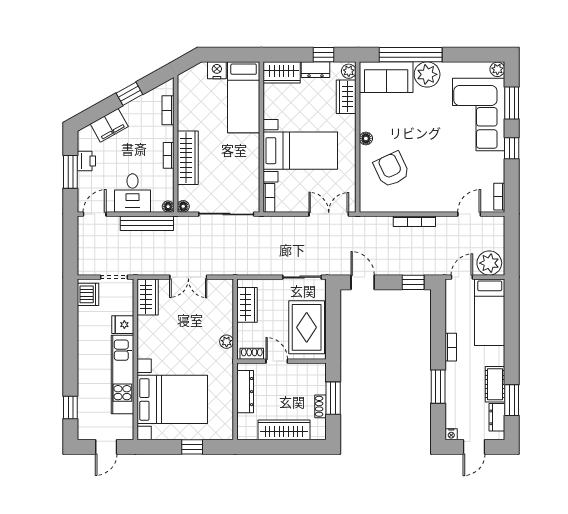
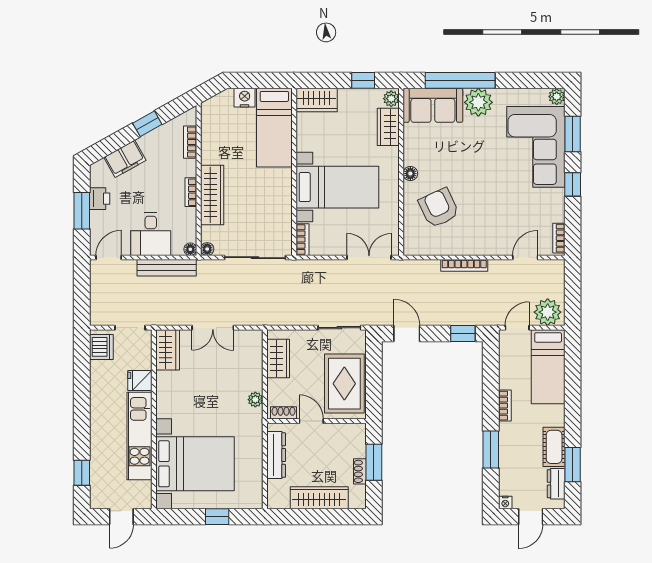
dresser: (315, 70) -> (354, 97), removed

